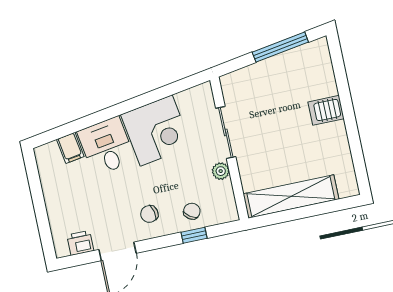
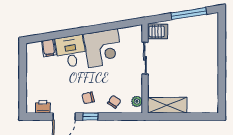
server rack: (326, 110) -> (158, 31), moved, turned 180
plant: (221, 171) -> (137, 101), moved
shelving: (291, 196) -> (167, 105), width x0.68
window: (194, 235) -> (90, 117), moved

